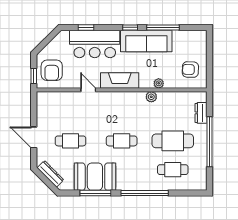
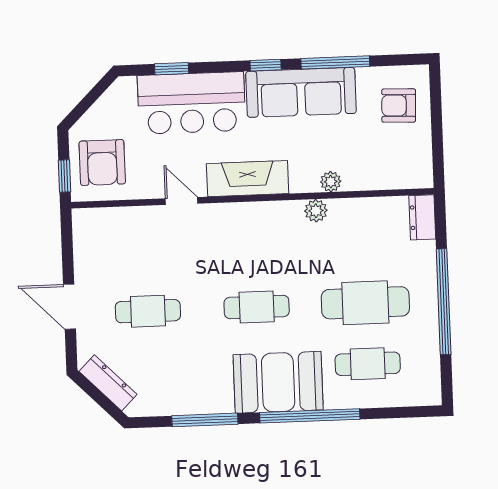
armchair: (190, 70) -> (399, 105), moved
dresser: (201, 113) -> (422, 217), moved
booth: (95, 177) -> (278, 382), moved

